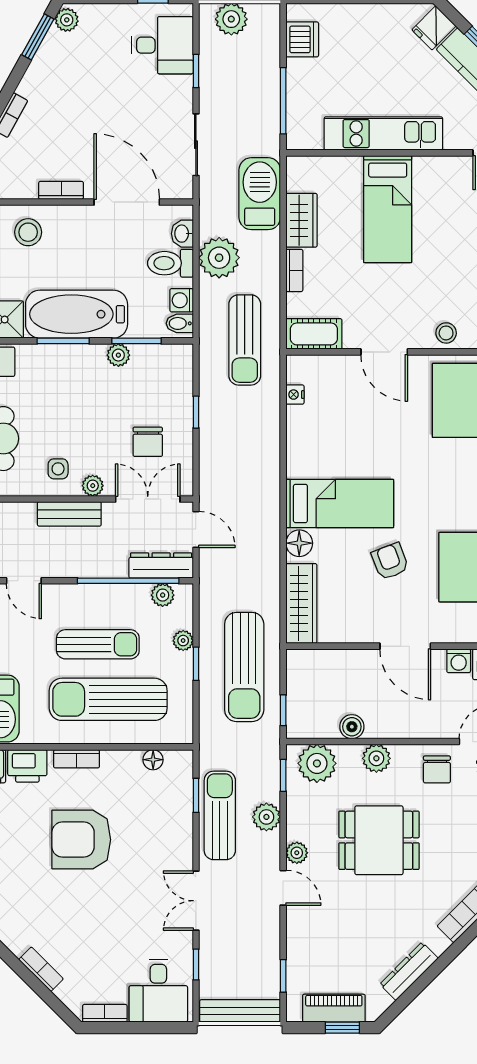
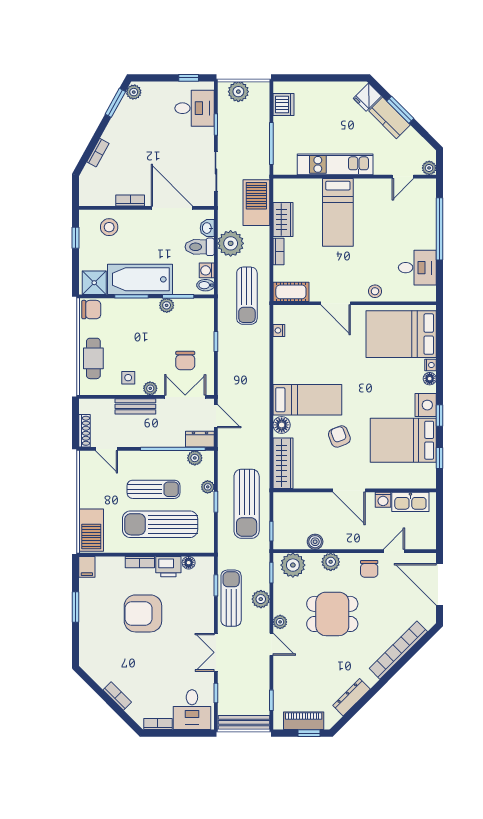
dresser: (161, 565) -> (200, 439), width x0.70
printer: (27, 766) -> (168, 567), moved

